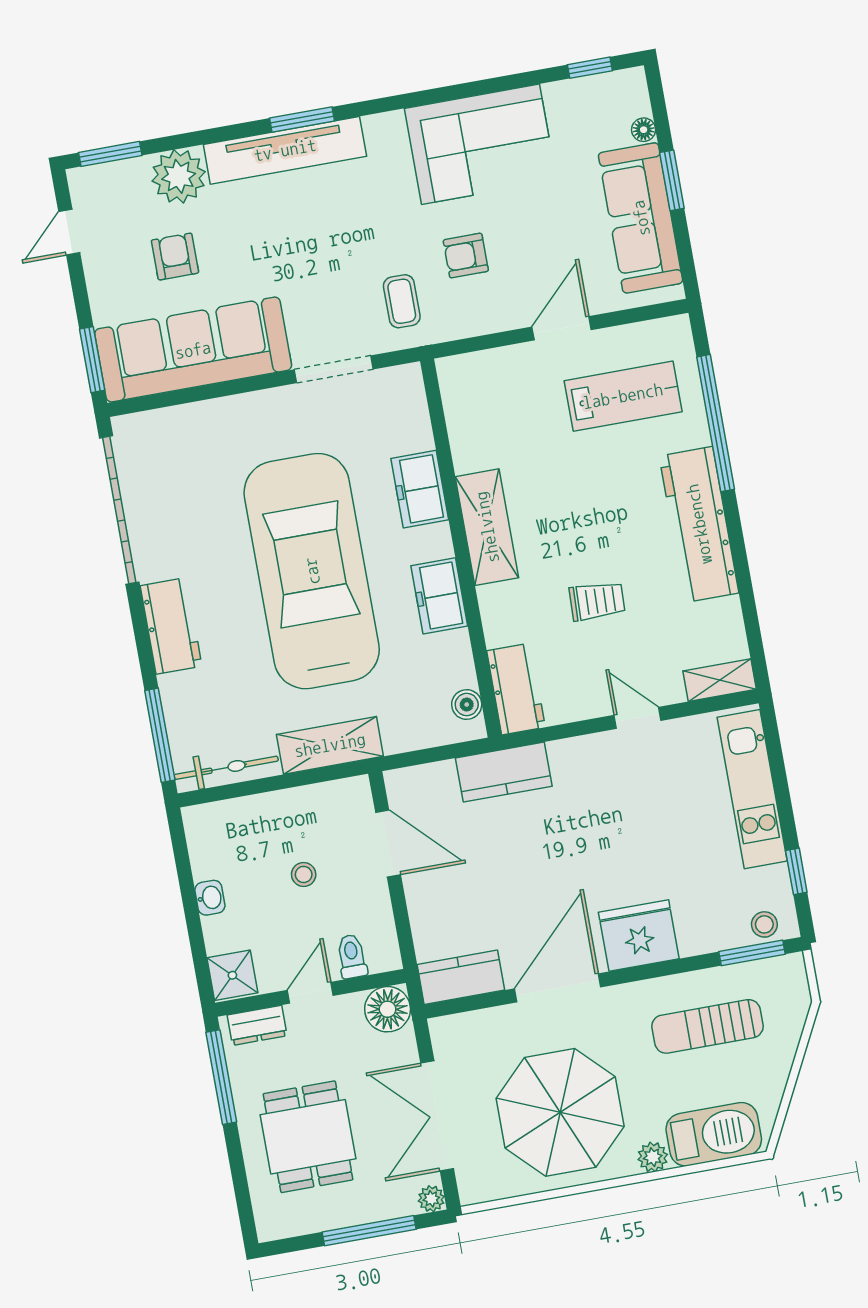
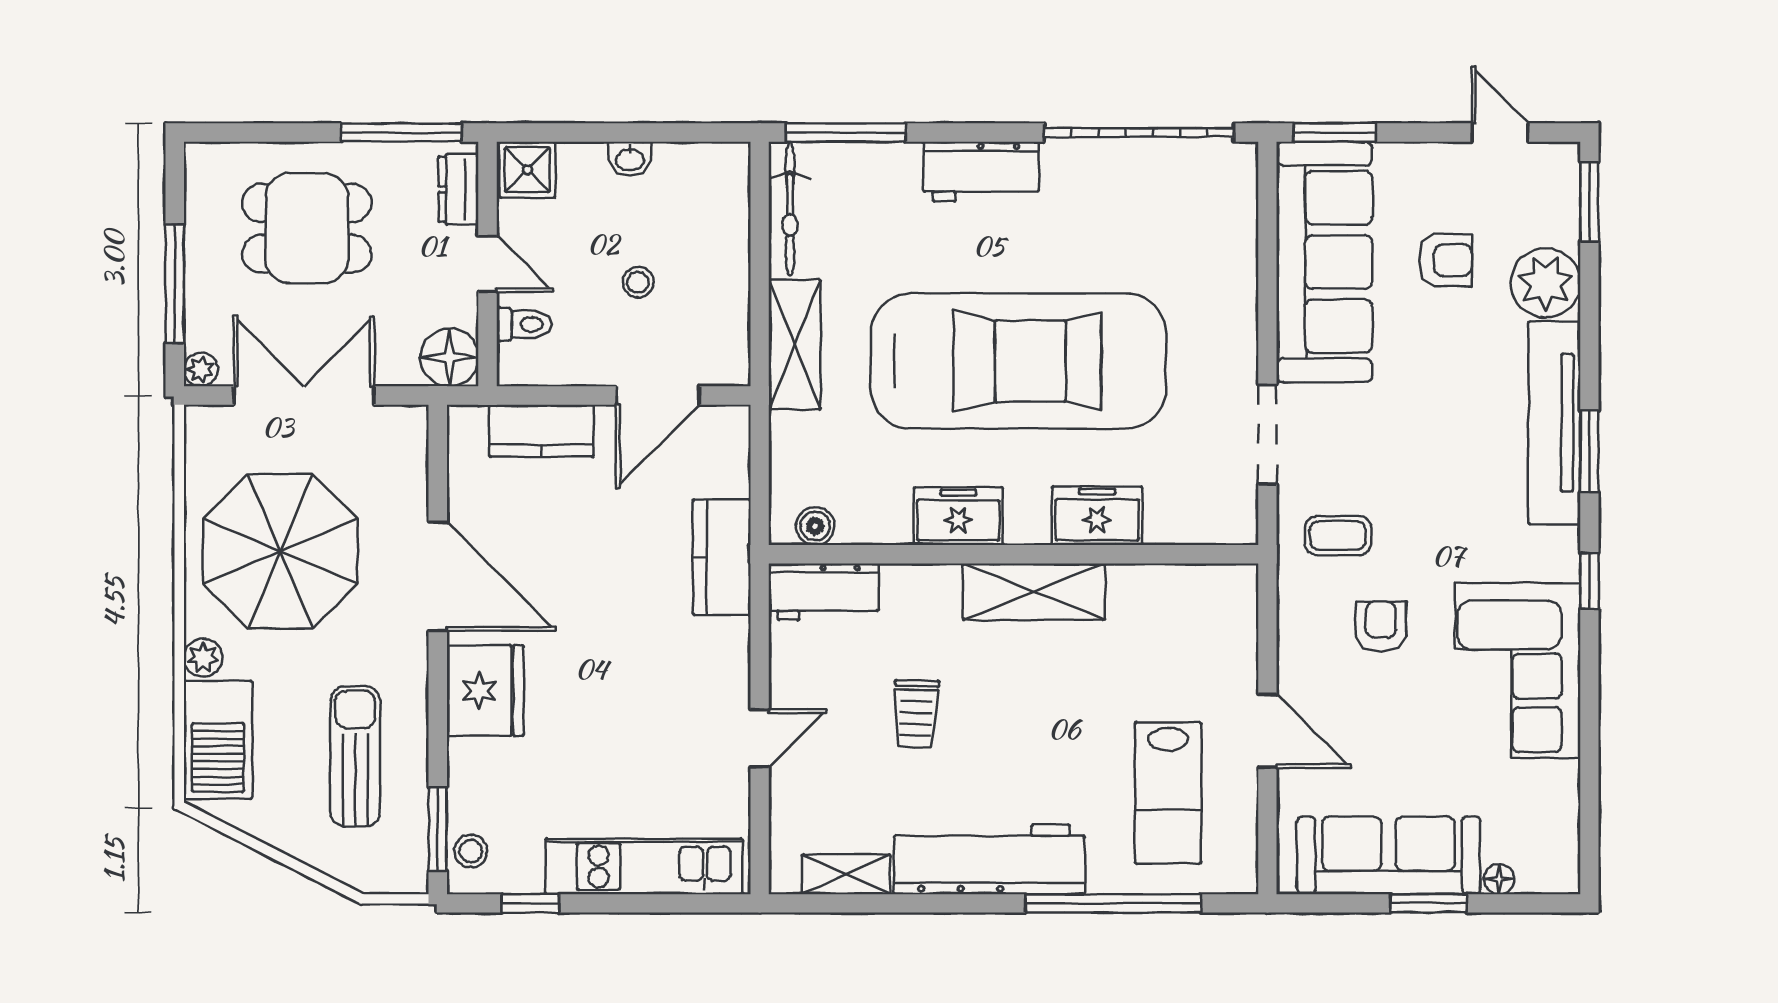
window: (590, 68) -> (1589, 581), moved
shelving: (720, 680) -> (846, 874), moved, turned 90
kitchen counter: (461, 977) -> (541, 431), moved, turned 90

